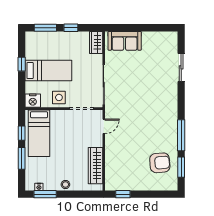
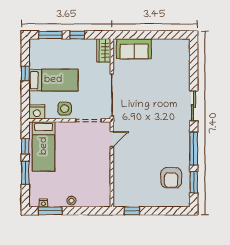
sliding door: (181, 67) -> (194, 106), moved
armchair: (160, 163) -> (171, 178), turned 95
wardrobe: (96, 166) -> (103, 181), removed

